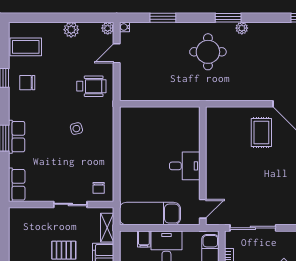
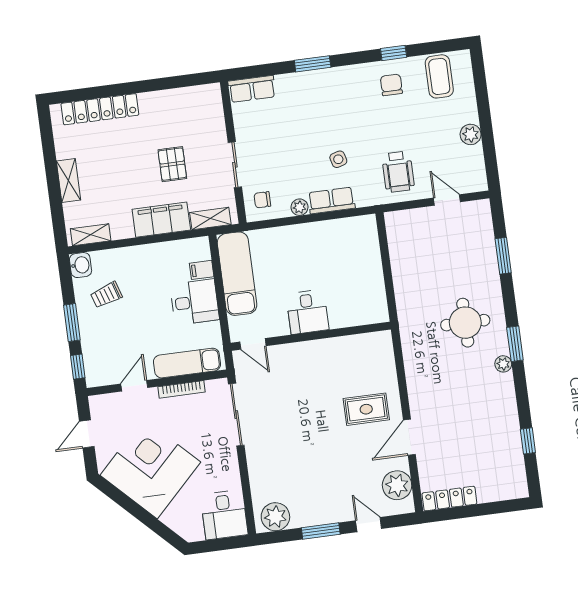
water cooler: (125, 27) -> (484, 206), removed
plant: (108, 28) -> (300, 207), moved
row of seats: (17, 137) -> (331, 200), moved, turned 180

